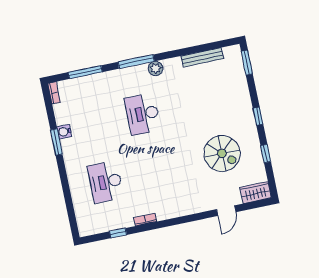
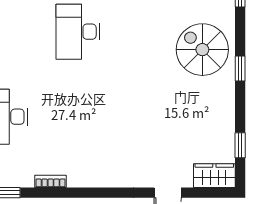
spiral stairs: (222, 153) -> (202, 50), moved, turned 180
window: (266, 154) -> (240, 145), moved

